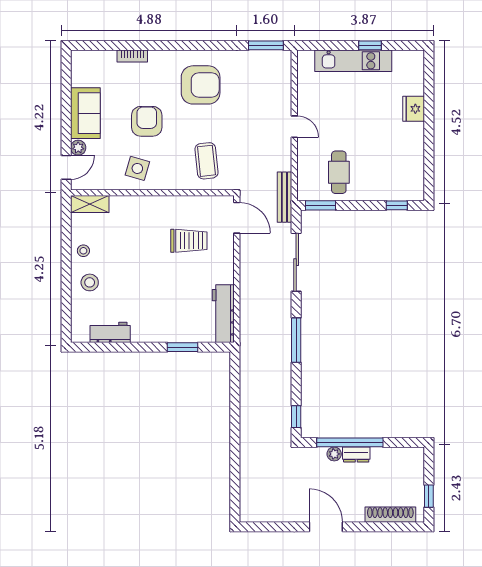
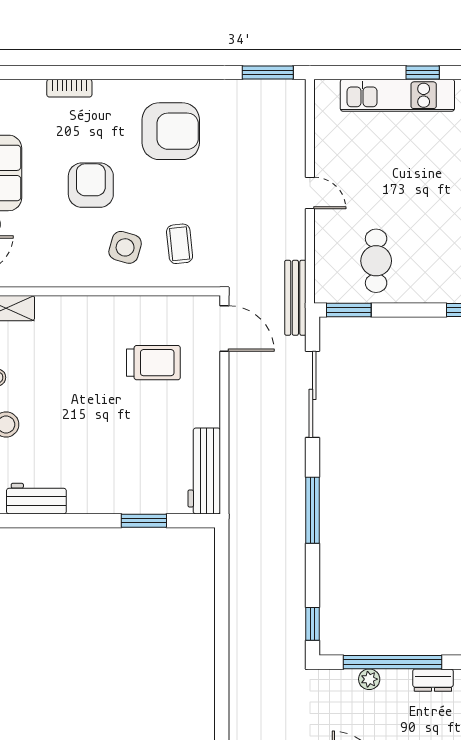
coffee table: (206, 161) -> (180, 244), width x0.73, depth x0.77
side table: (137, 168) -> (125, 247), moved
dresser: (356, 455) -> (433, 680), moved

